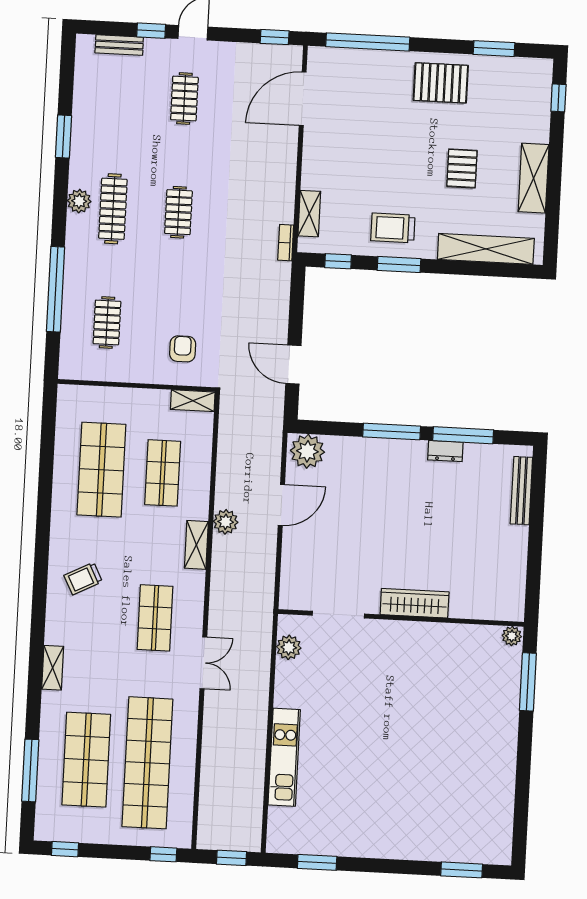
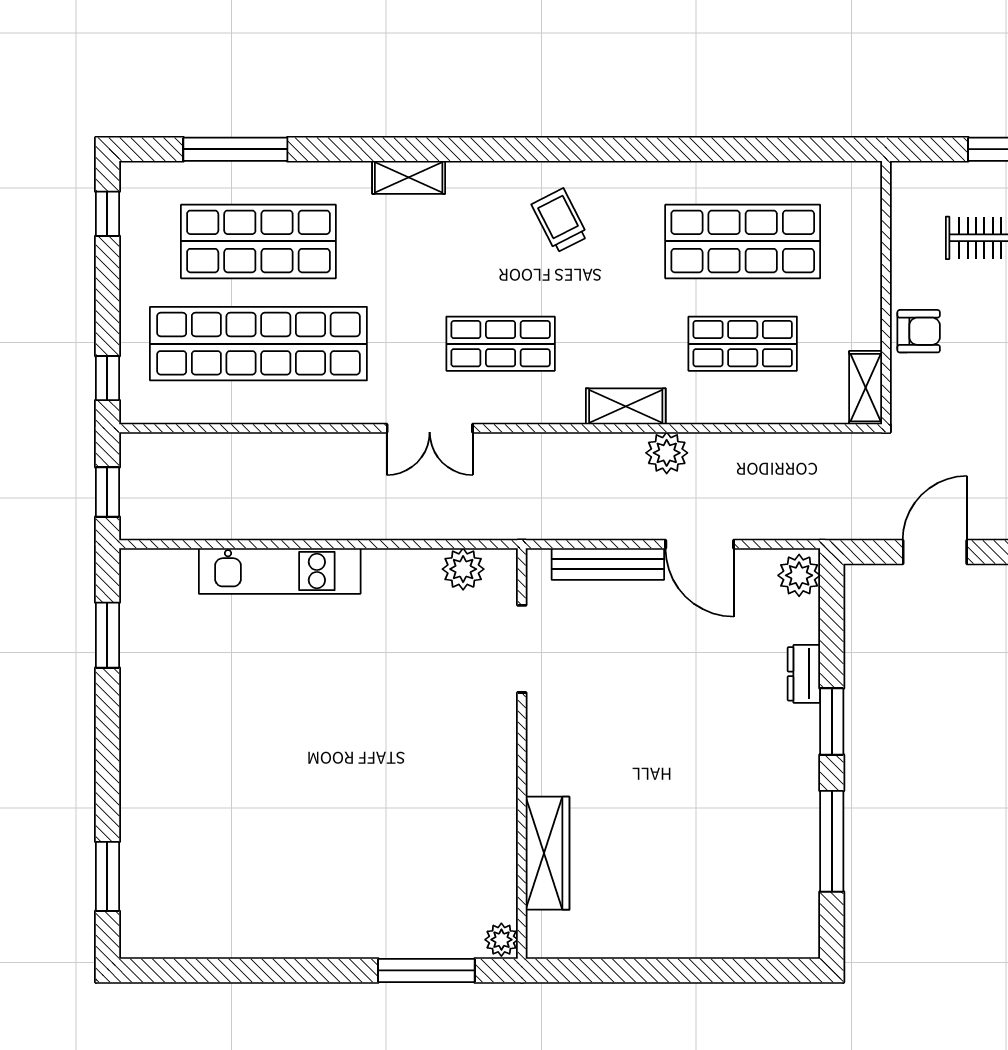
armchair: (183, 349) -> (919, 331), moved
window: (392, 431) -> (832, 721), width x0.69
plant: (307, 451) -> (799, 575), width x0.73, depth x0.73
dresser: (445, 451) -> (804, 674), moved
bench: (521, 491) -> (608, 564), moved
wardrobe: (415, 603) -> (548, 853), moved

